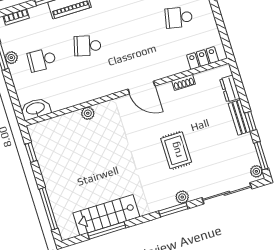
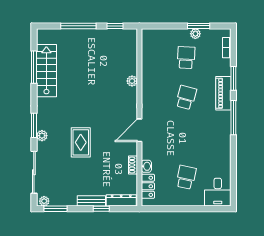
dresser: (230, 89) -> (121, 200), width x1.44
washbasin: (36, 109) -> (146, 166), moved, width x0.52, depth x0.69
window: (250, 121) -> (101, 209), moved
rug: (176, 150) -> (81, 142), turned 90
window: (48, 209) -> (78, 26), moved

